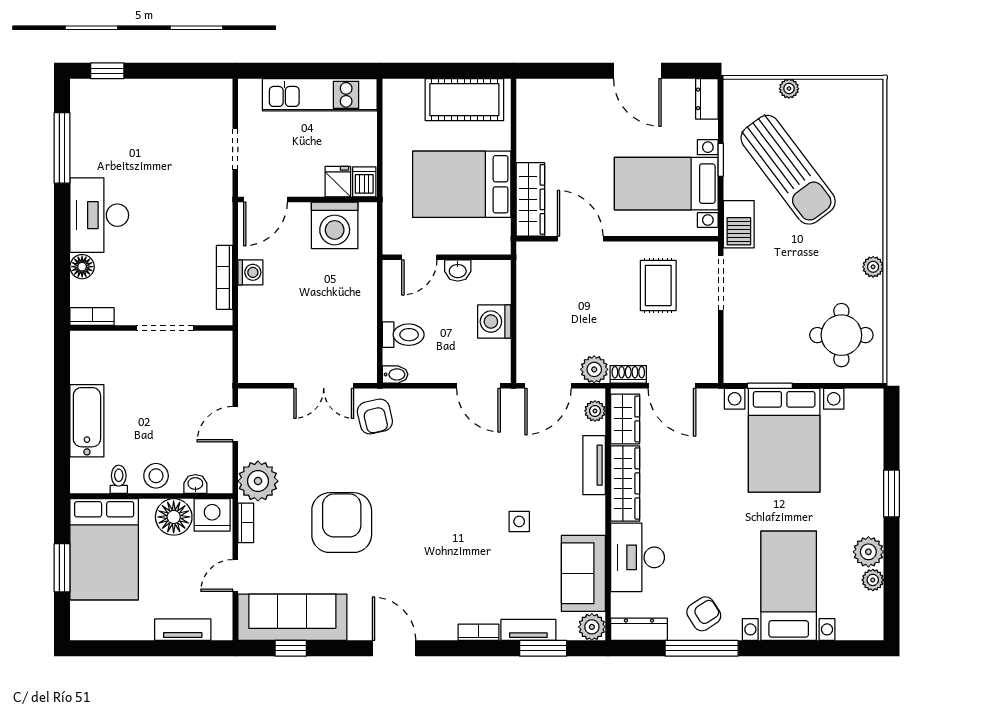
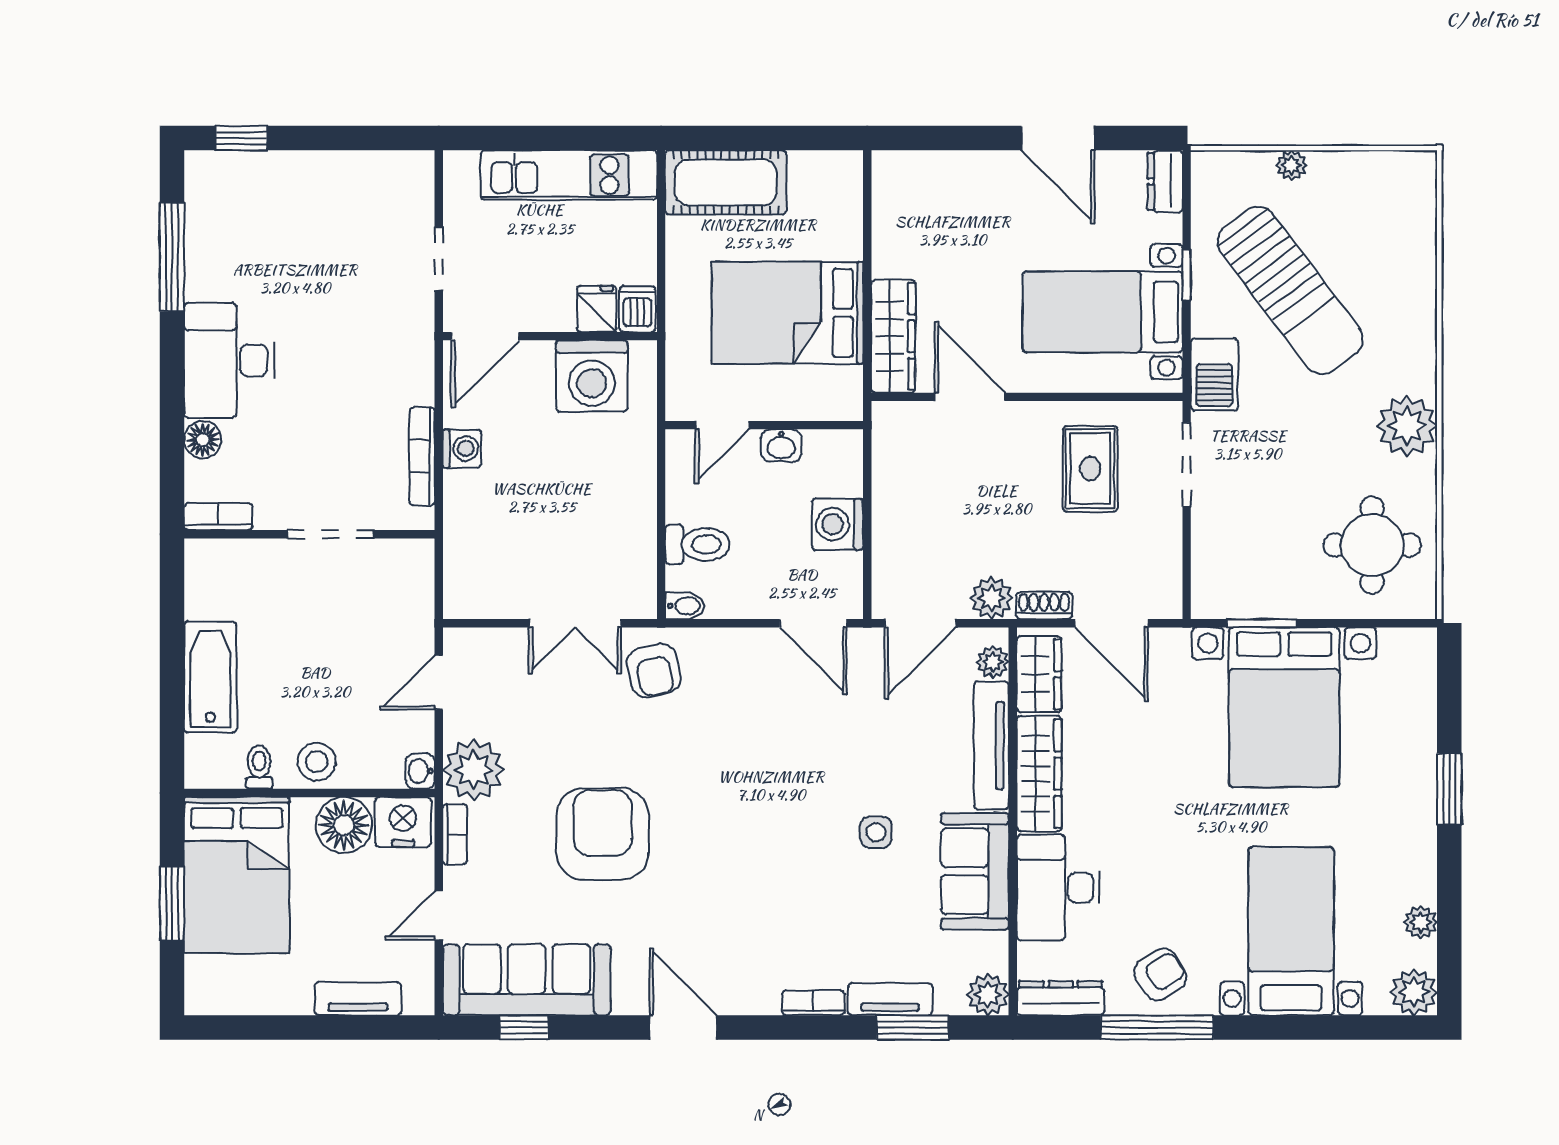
cot: (464, 100) -> (726, 182), moved
plant: (873, 267) -> (1407, 426), width x1.88, depth x1.88
tv unit: (594, 465) -> (991, 745), width x1.41
washbasin: (195, 484) -> (420, 771), moved, turned -90
plant: (868, 552) -> (1414, 992), moved
sofa: (583, 573) -> (975, 871), moved

